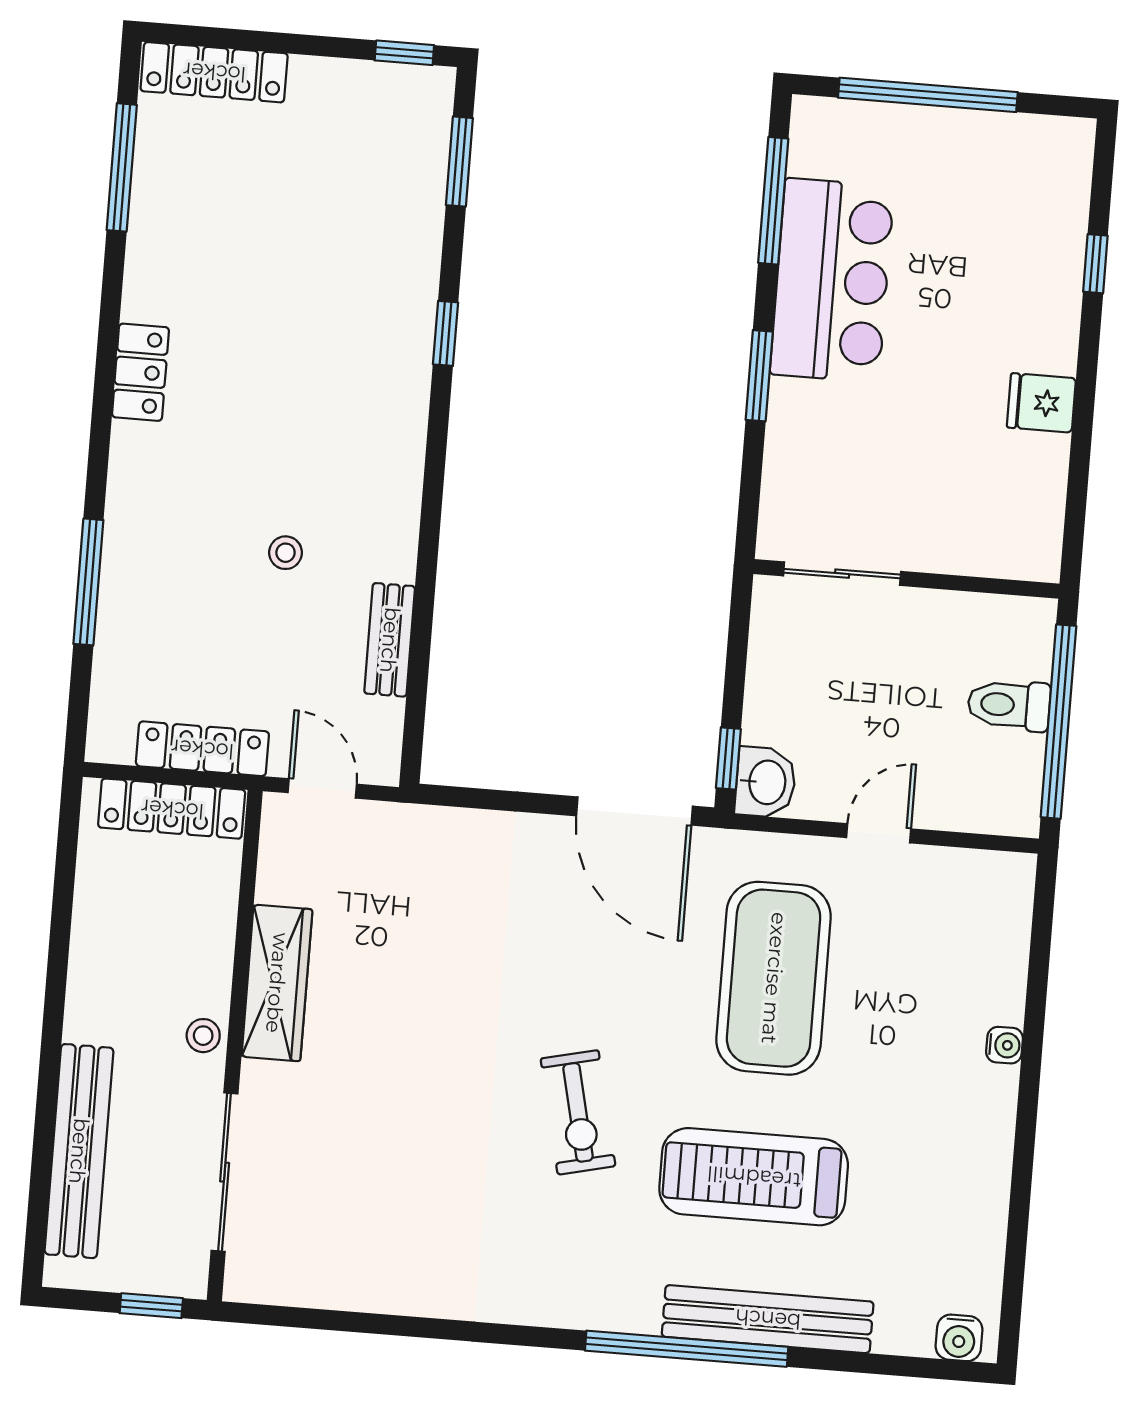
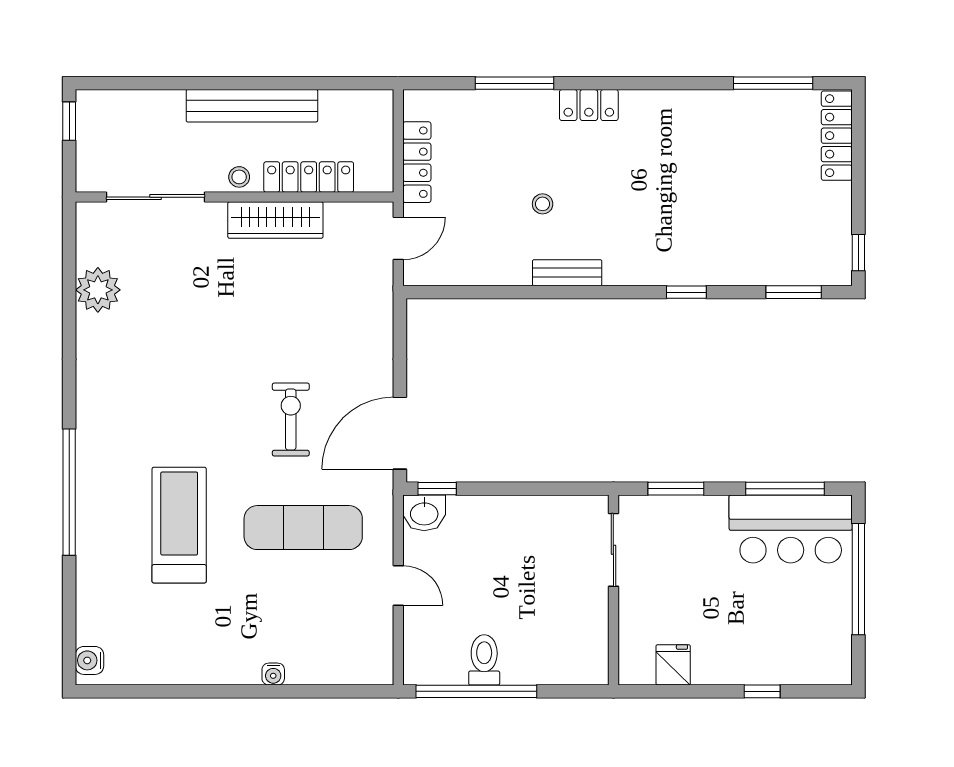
bar counter: (832, 280) -> (791, 529), moved
locker: (140, 372) -> (589, 105), moved
sliding door: (842, 574) -> (613, 550), moved
wall: (906, 579) -> (613, 590), moved
bench: (390, 640) -> (567, 273), moved
locker: (172, 809) -> (309, 177), moved, turned 90
exercise mat: (774, 978) -> (303, 528), width x0.68
exercise bike: (578, 1112) -> (291, 420), moved, turned 103
bench: (79, 1151) -> (252, 106), moved
plant: (366, 1277) -> (98, 290), added
window: (151, 1306) -> (69, 121), moved
bench: (768, 1319) -> (92, 541), removed

